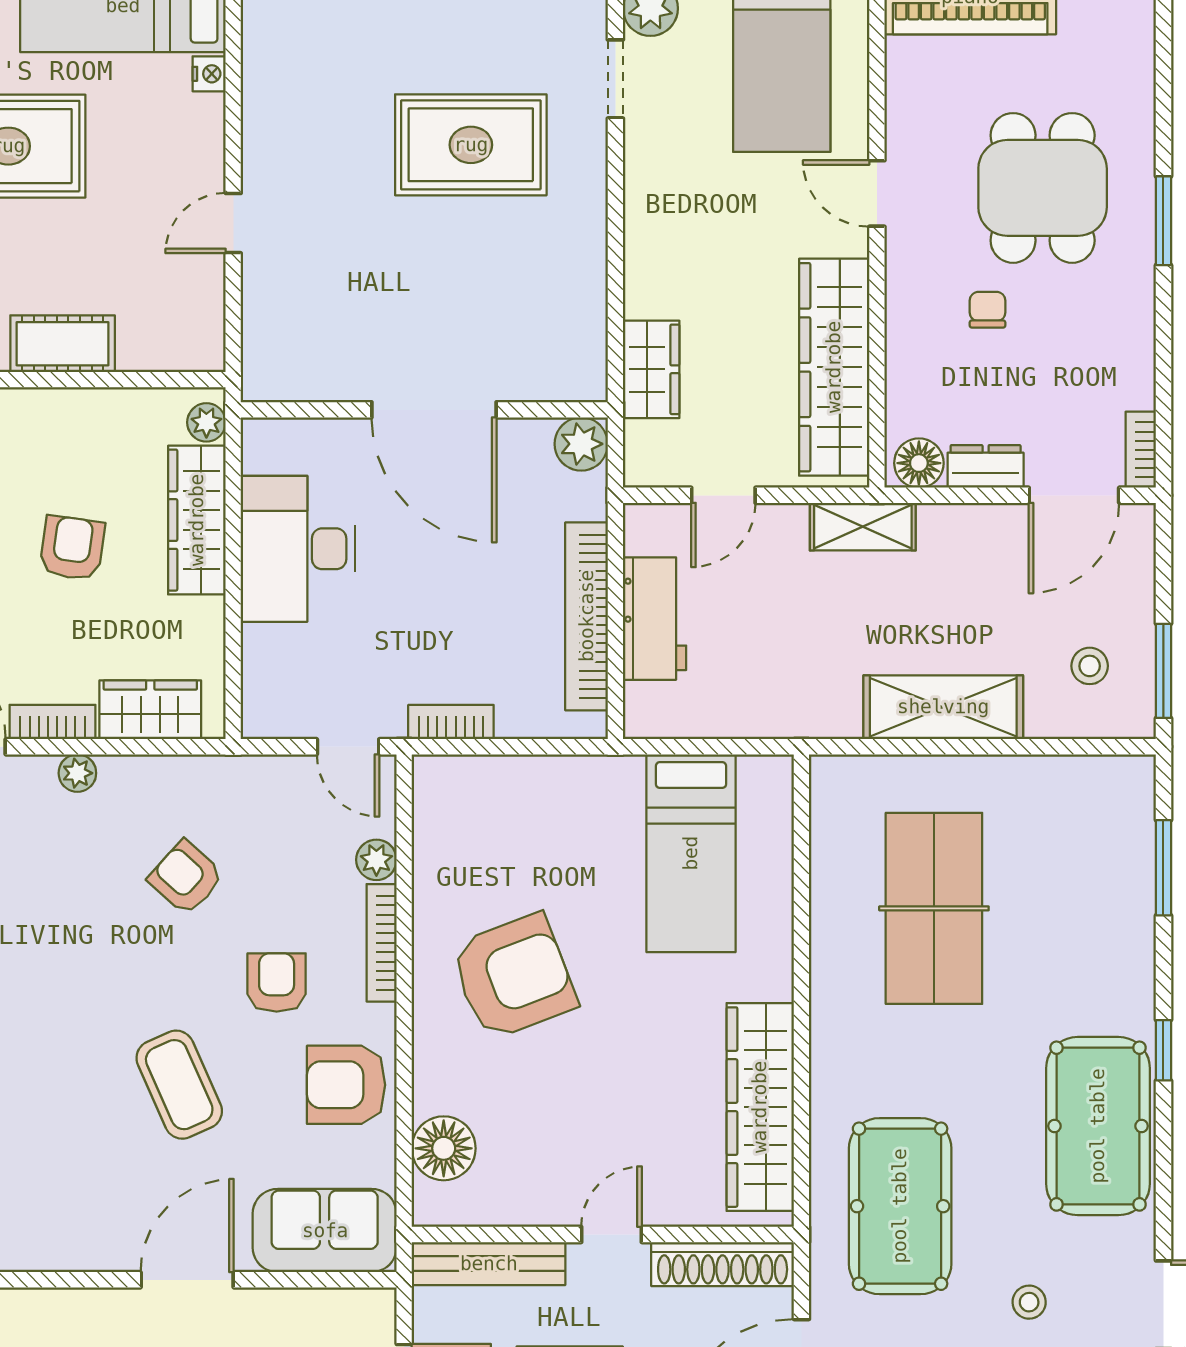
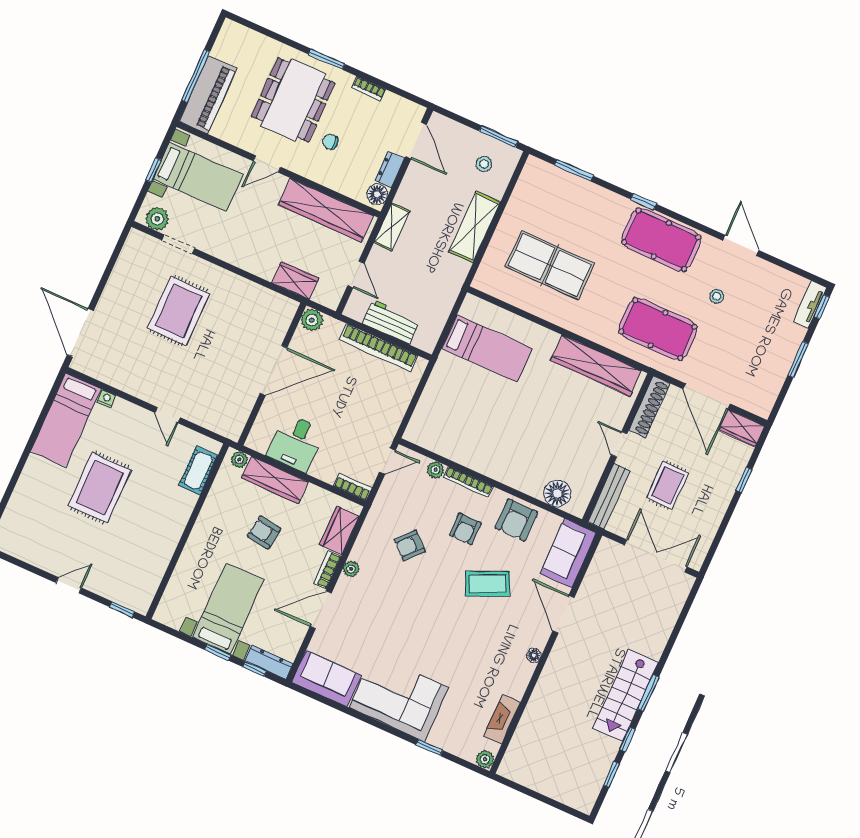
dining table: (1043, 188) -> (293, 100), width x1.37
cot: (63, 344) -> (198, 470), moved
bookcase: (1141, 450) -> (369, 89), moved
desk: (298, 549) -> (296, 443), width x0.73
bookcase: (451, 722) -> (353, 487), moved, turned 90
armchair: (514, 977) -> (504, 437), removed
armchair: (277, 982) -> (465, 529), turned -90
floor lamp: (69, 1255) -> (534, 655), added

